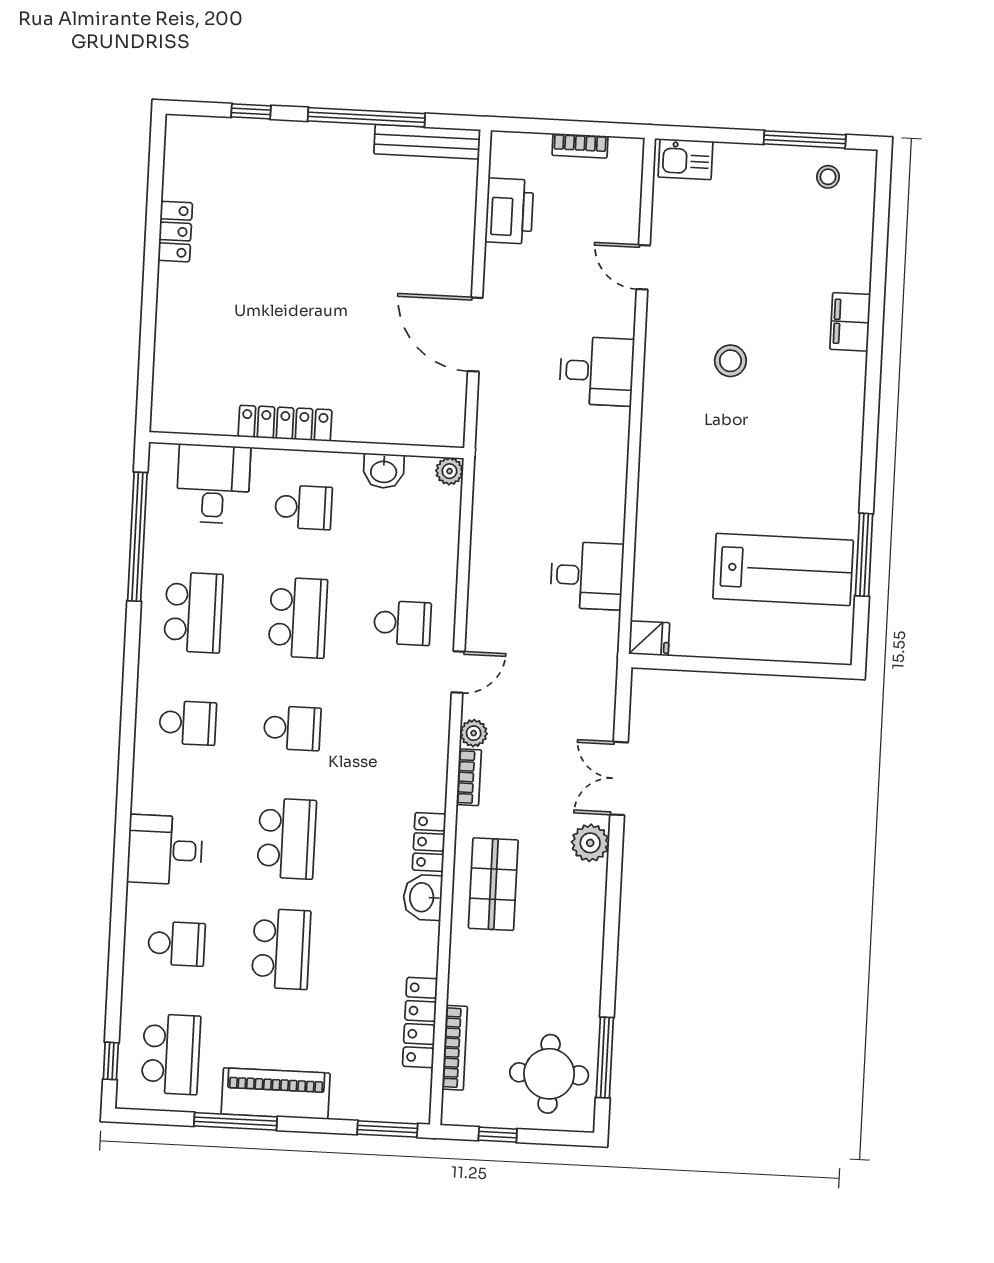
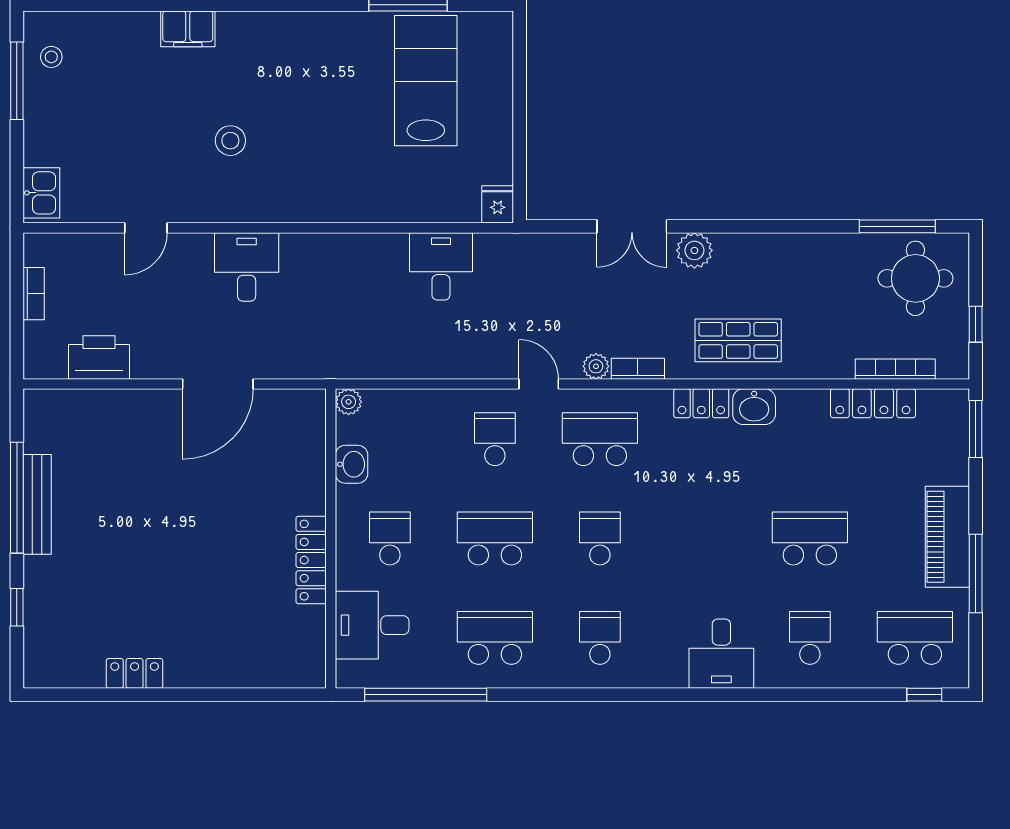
bench: (427, 142) -> (37, 504), moved
school desk: (287, 839) -> (600, 439), moved

